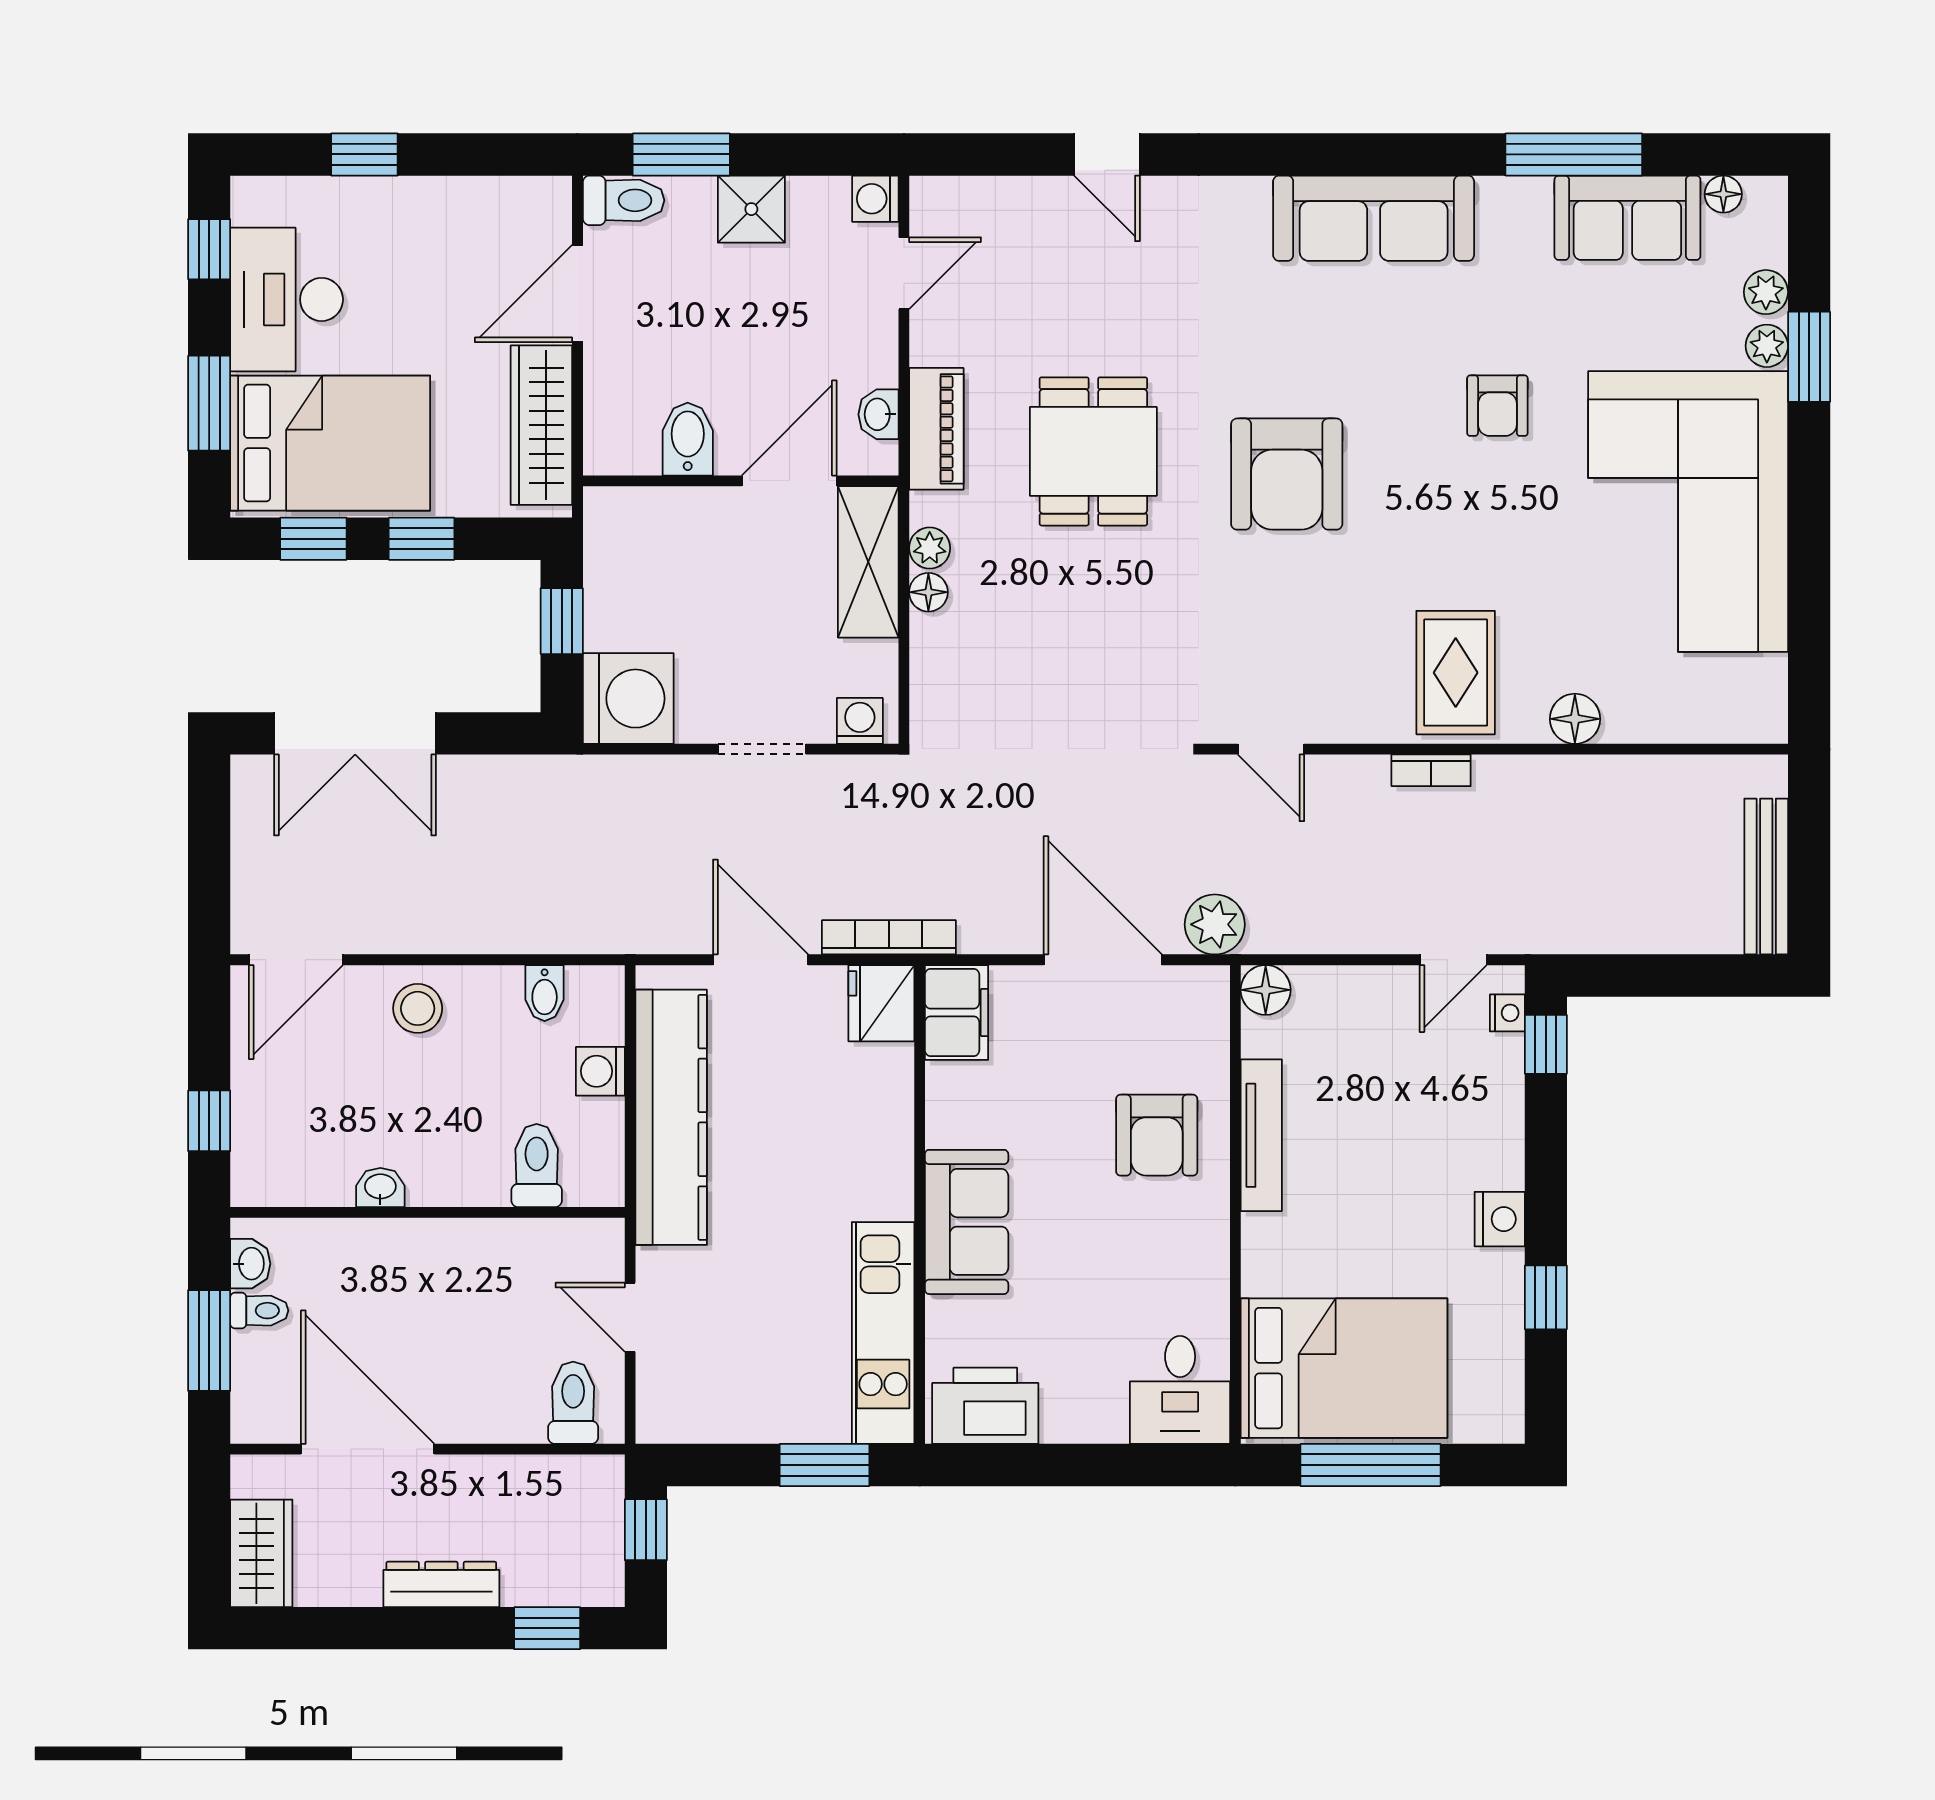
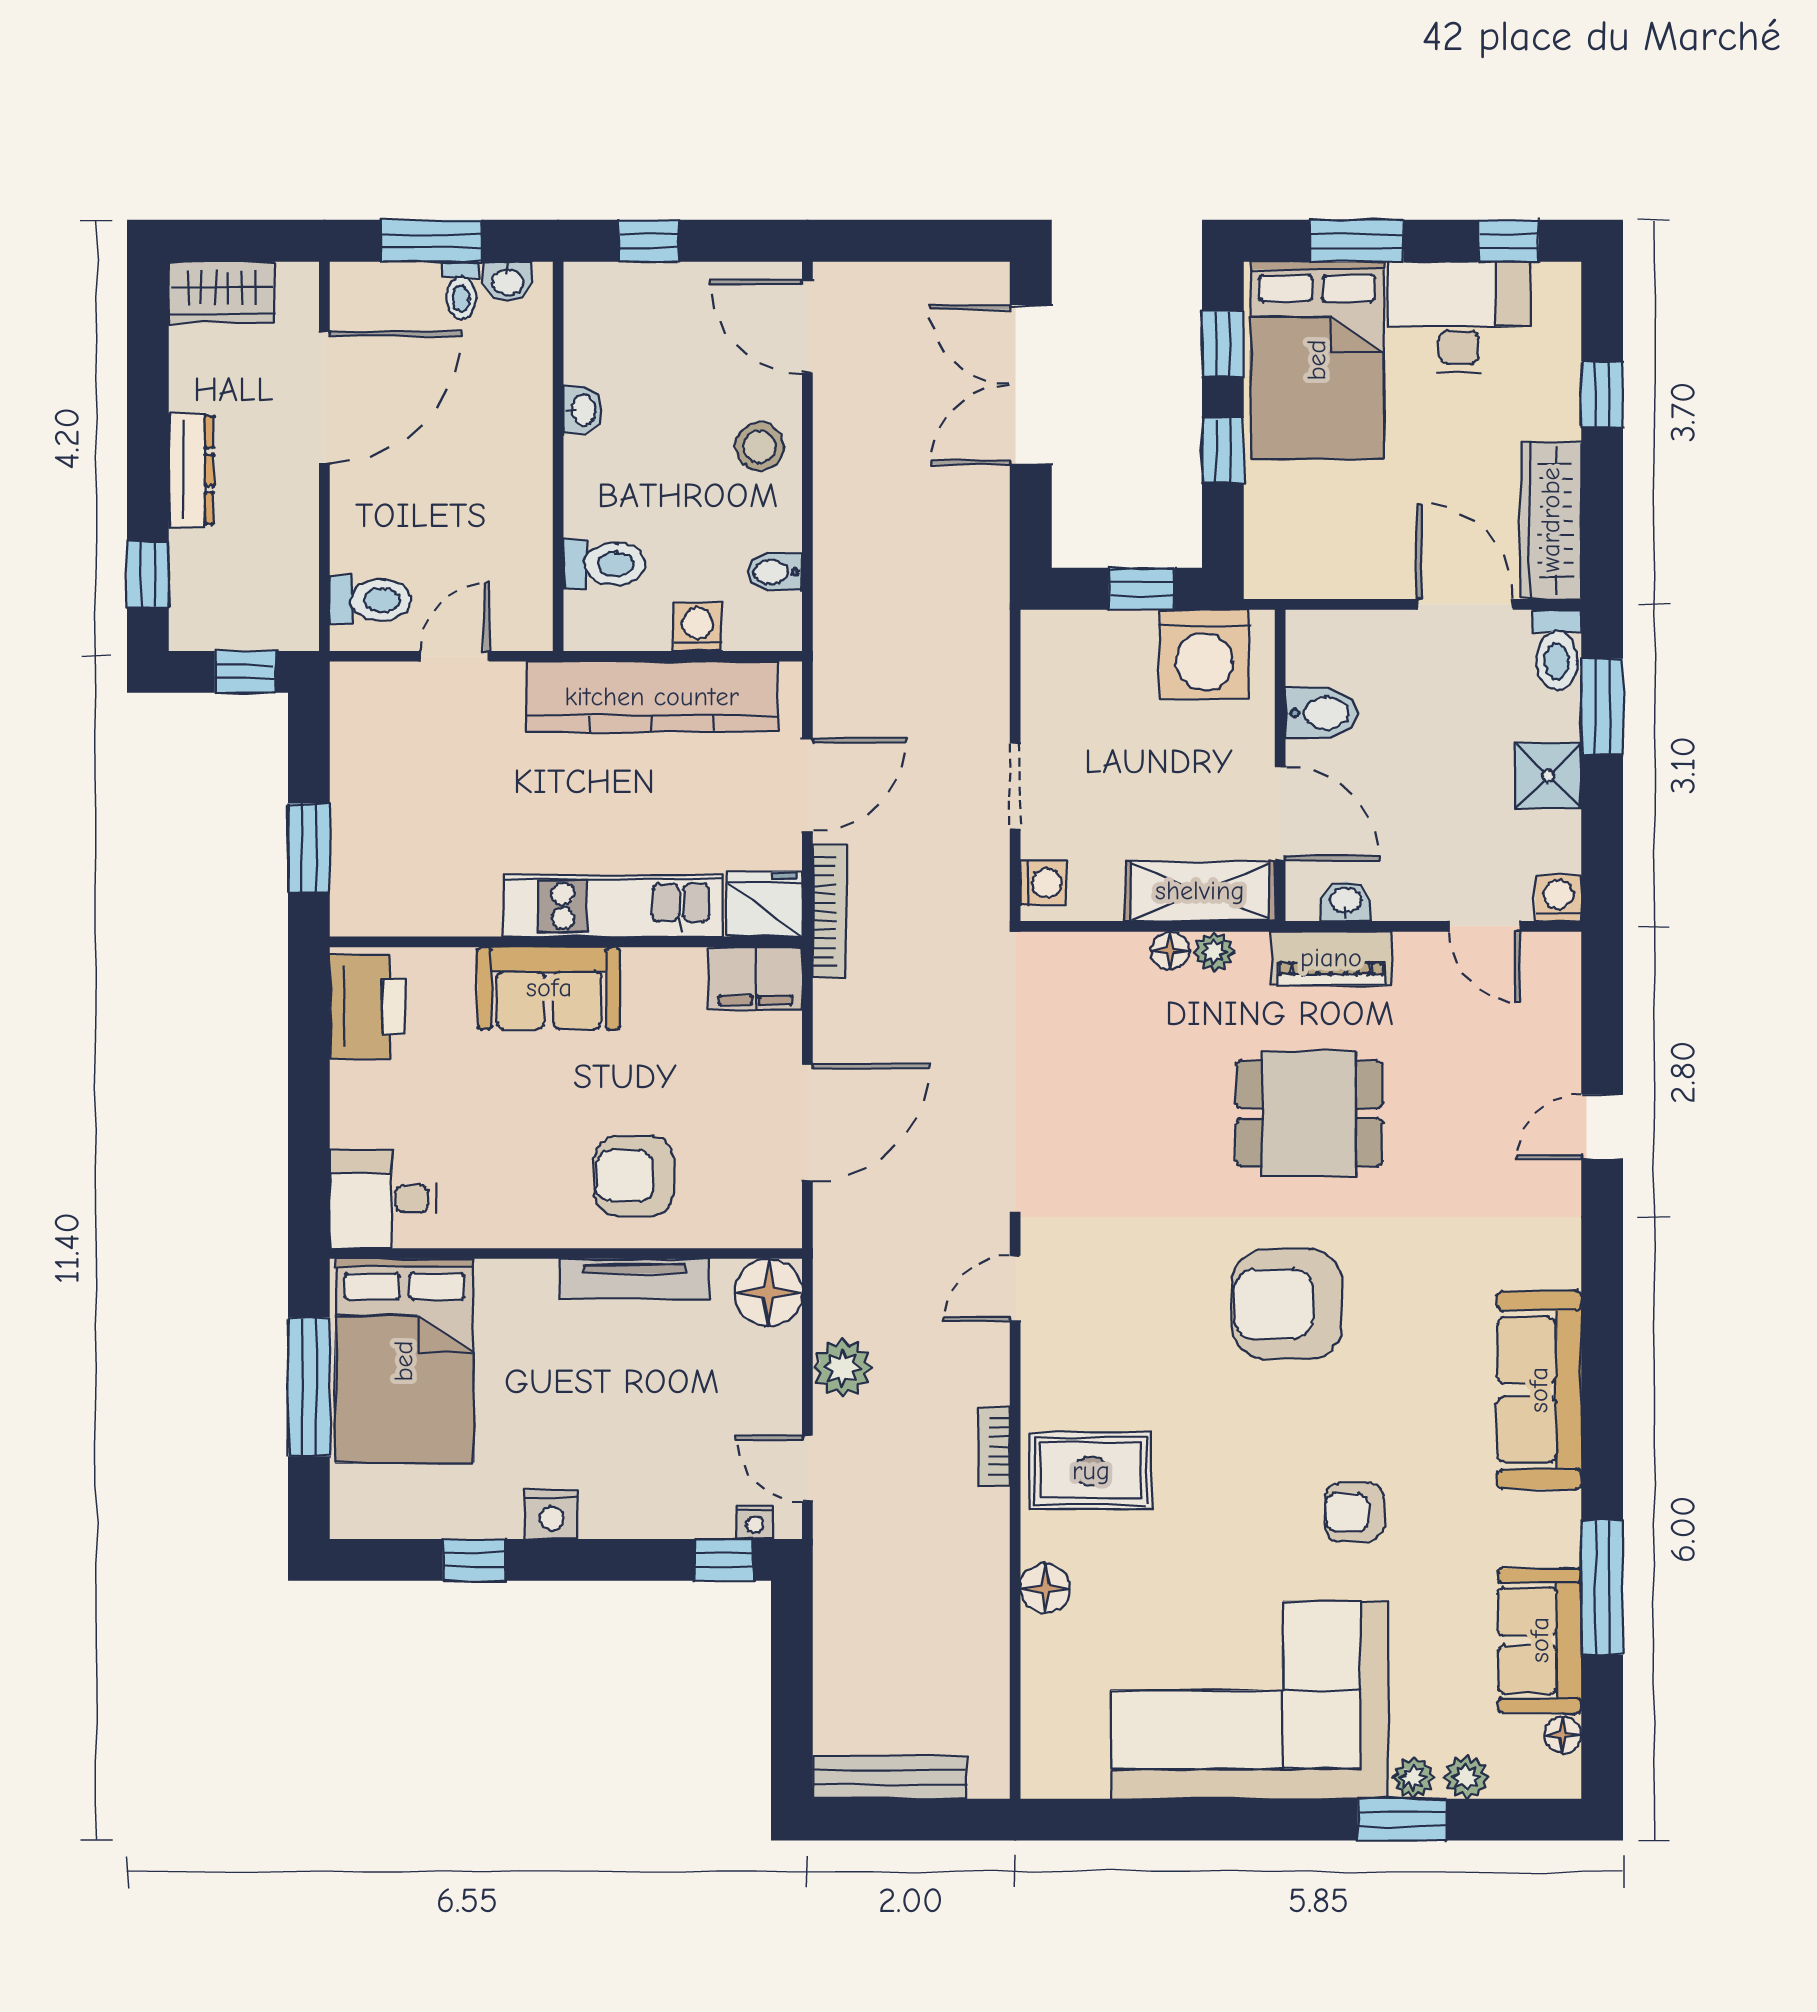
wardrobe: (541, 425) -> (1551, 520), moved, turned -90
washing machine: (628, 699) -> (1204, 654), moved
plant: (1215, 924) -> (842, 1368), moved
floor lamp: (1266, 990) -> (768, 1293), width x1.38, depth x1.38
kitchen unit: (883, 1333) -> (613, 906), moved

